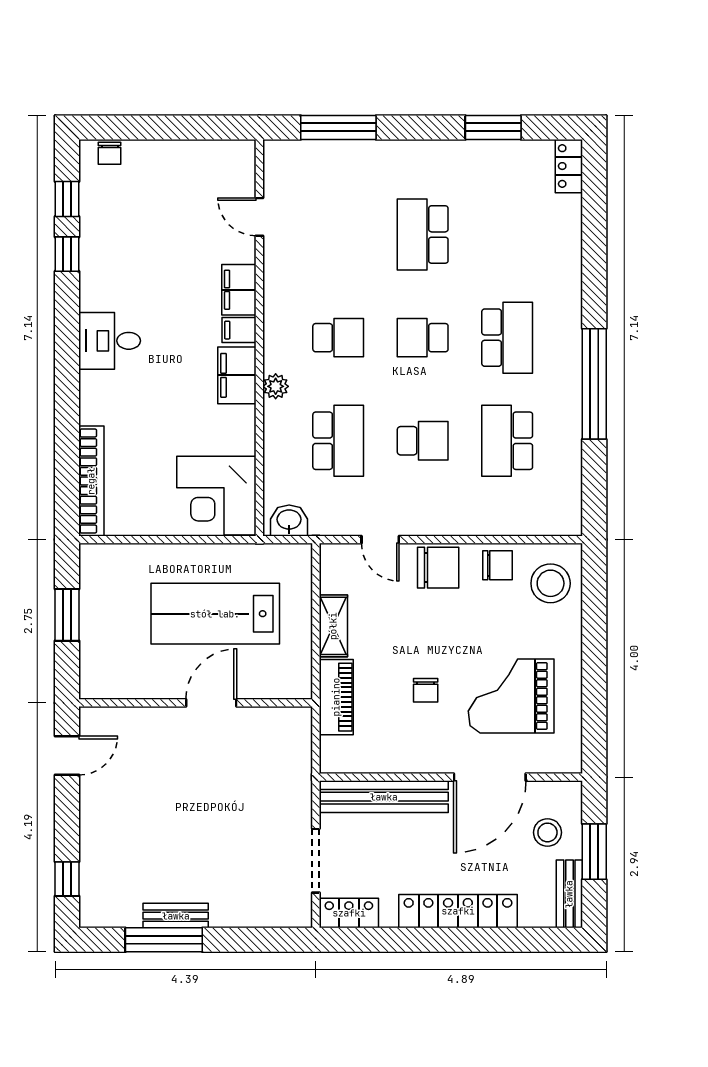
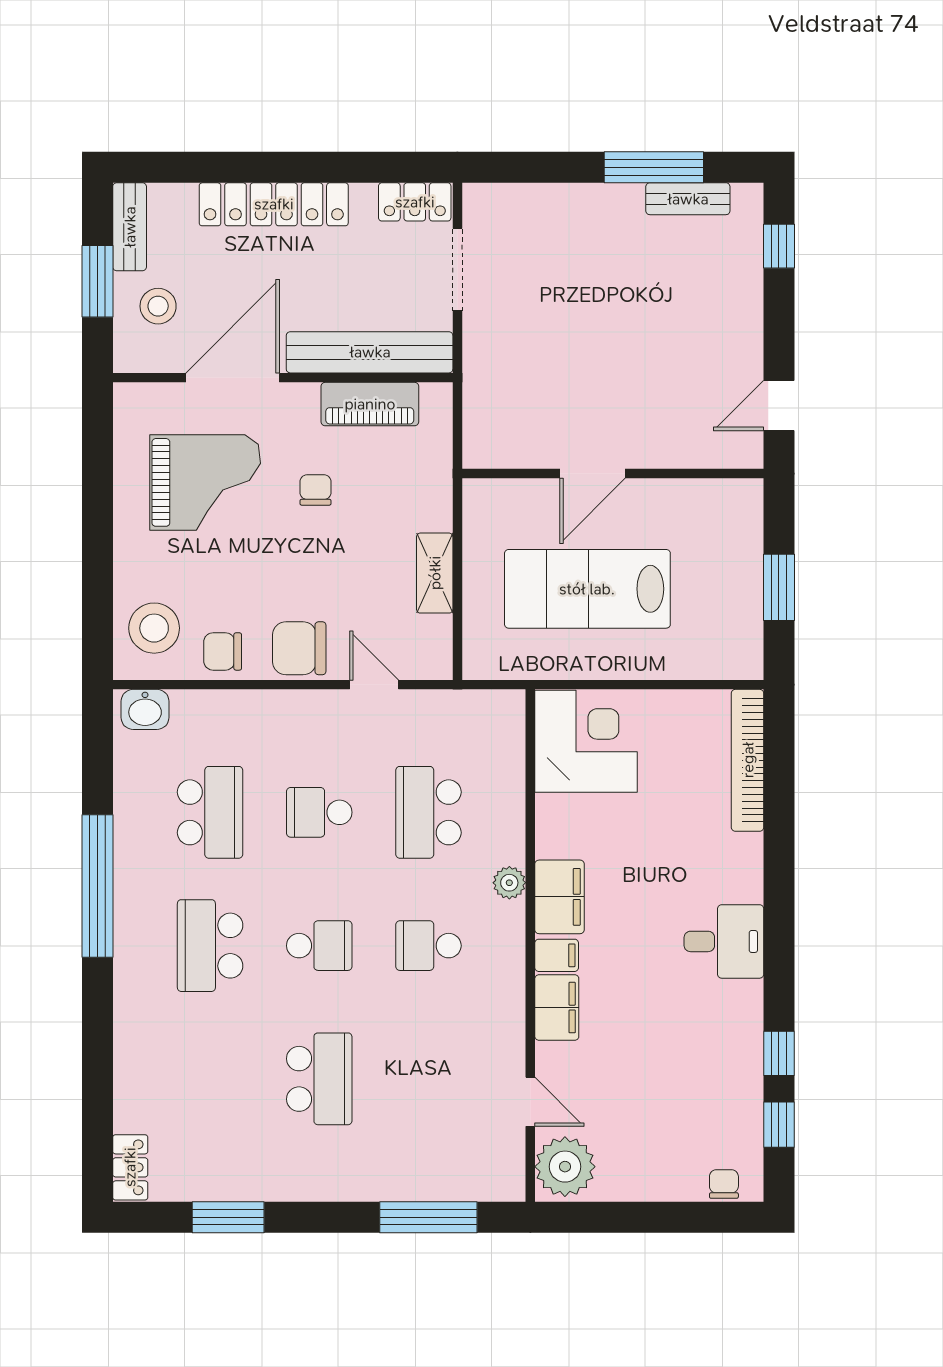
plant: (233, 167) -> (565, 1167), added
washbasin: (289, 520) -> (145, 709), moved
lab bench: (215, 614) -> (587, 589), turned 180
piano: (336, 697) -> (370, 404), moved, turned -90
bench: (176, 916) -> (688, 199), moved

